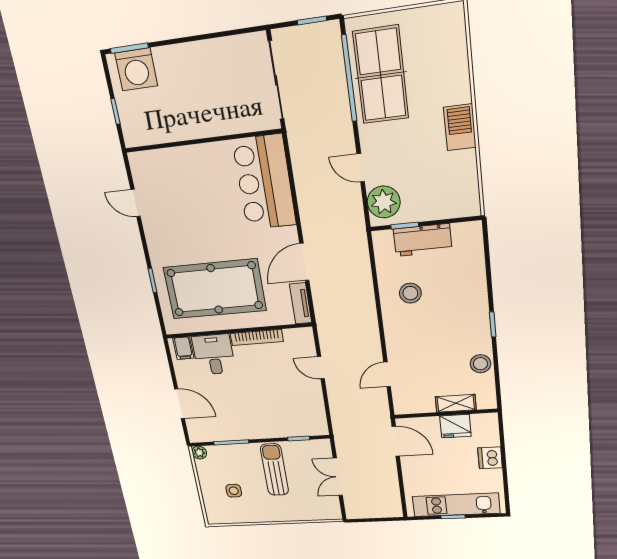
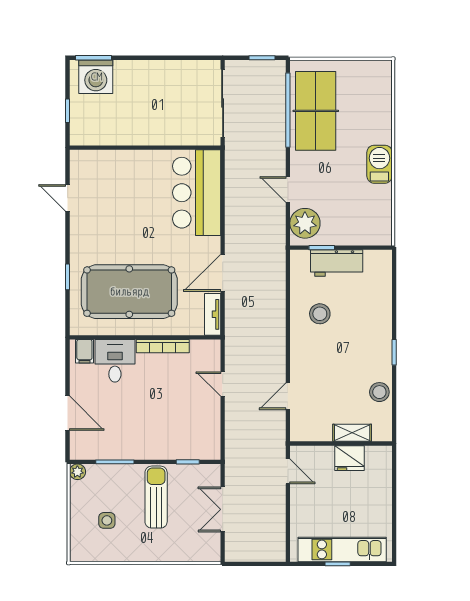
door: (396, 441) -> (288, 471), width x0.73
dishwasher: (490, 458) -> (381, 496), removed

